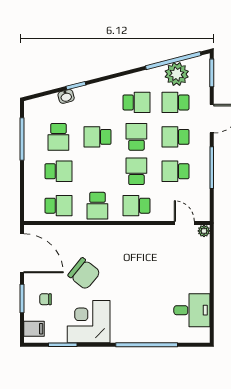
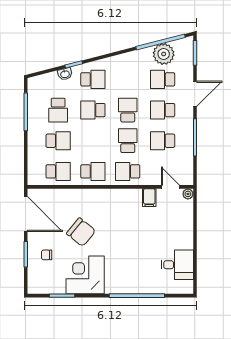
school desk: (136, 102) -> (93, 79), moved
school desk: (97, 206) -> (93, 171), turned -90
filing cabinet: (34, 329) -> (149, 198), moved, turned 90

